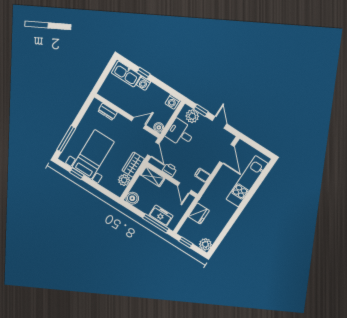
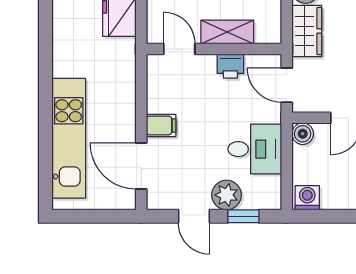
plant: (192, 116) -> (227, 195), moved
filing cabinet: (202, 175) -> (161, 126), moved
shelving: (152, 176) -> (227, 32), moved

